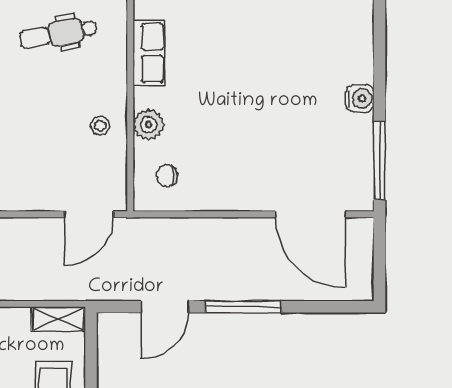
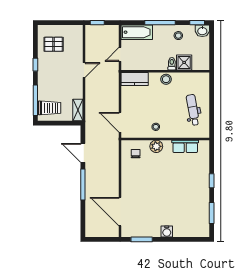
window: (379, 161) -> (142, 239), width x0.69
door: (310, 214) -> (120, 212), hinge flipped

